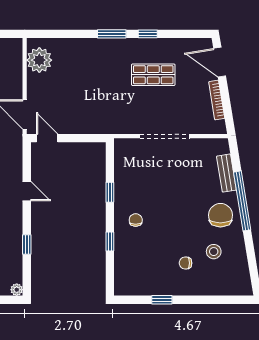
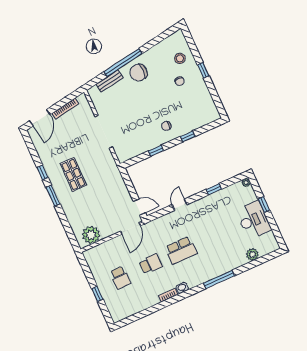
shop shelf: (153, 75) -> (73, 174), moved
door: (47, 138) -> (139, 207), swing flipped
stool: (214, 252) -> (180, 58), moved
window: (162, 300) -> (203, 70), moved

